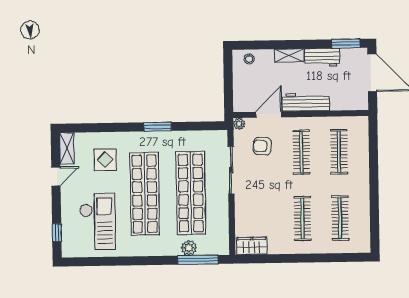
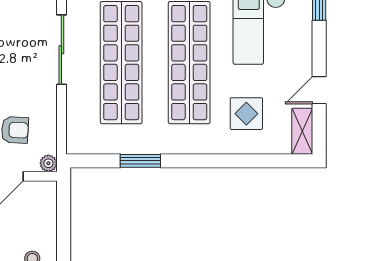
window: (158, 127) -> (140, 161), moved
sliding door: (231, 170) -> (61, 50), moved

